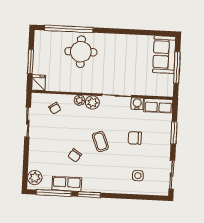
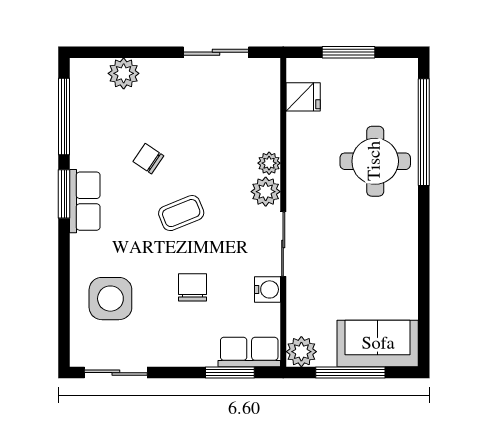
fridge: (39, 83) -> (303, 97), moved
plant: (166, 90) -> (301, 352), added
row of seats: (158, 106) -> (249, 352), moved, turned 90
chair: (55, 108) -> (249, 110), removed
window: (174, 133) -> (230, 373), moved
side table: (138, 176) -> (110, 299), width x1.87, depth x1.87
plant: (35, 178) -> (124, 73), moved
row of seats: (67, 184) -> (85, 201), moved

